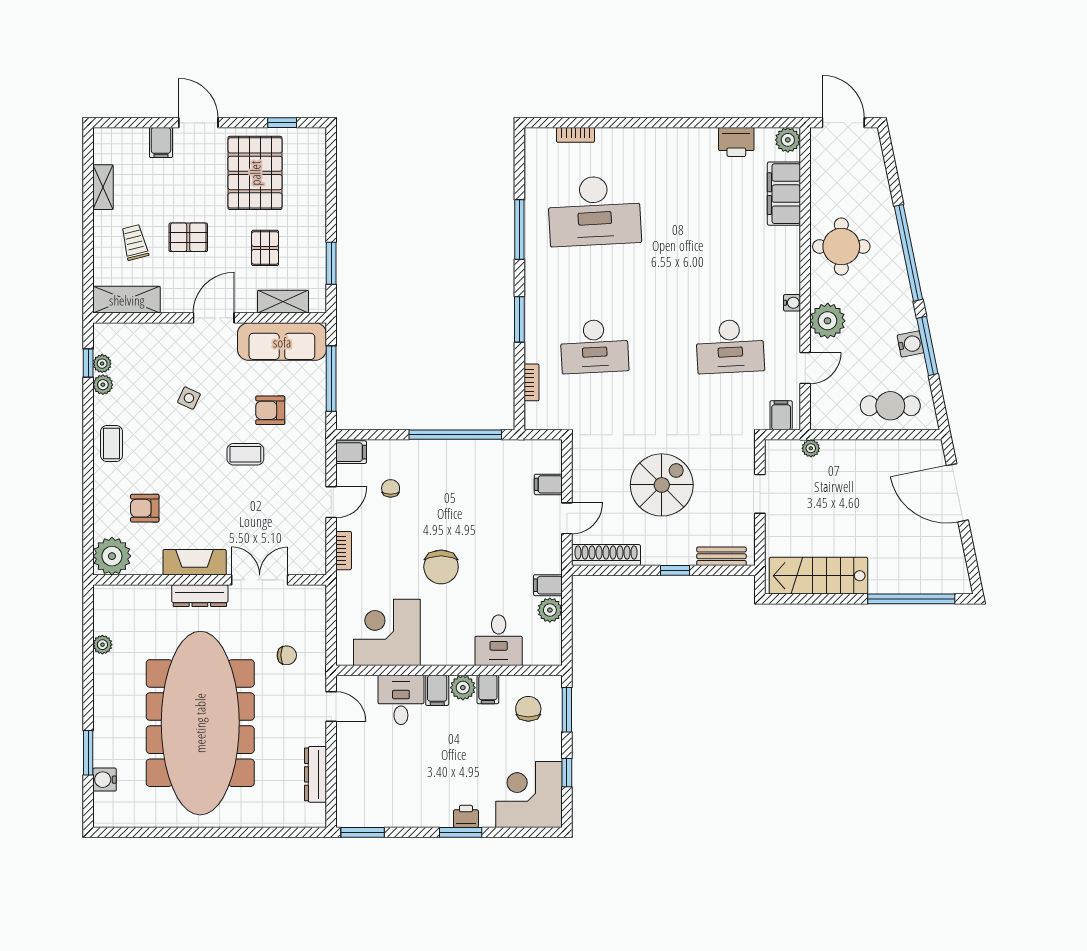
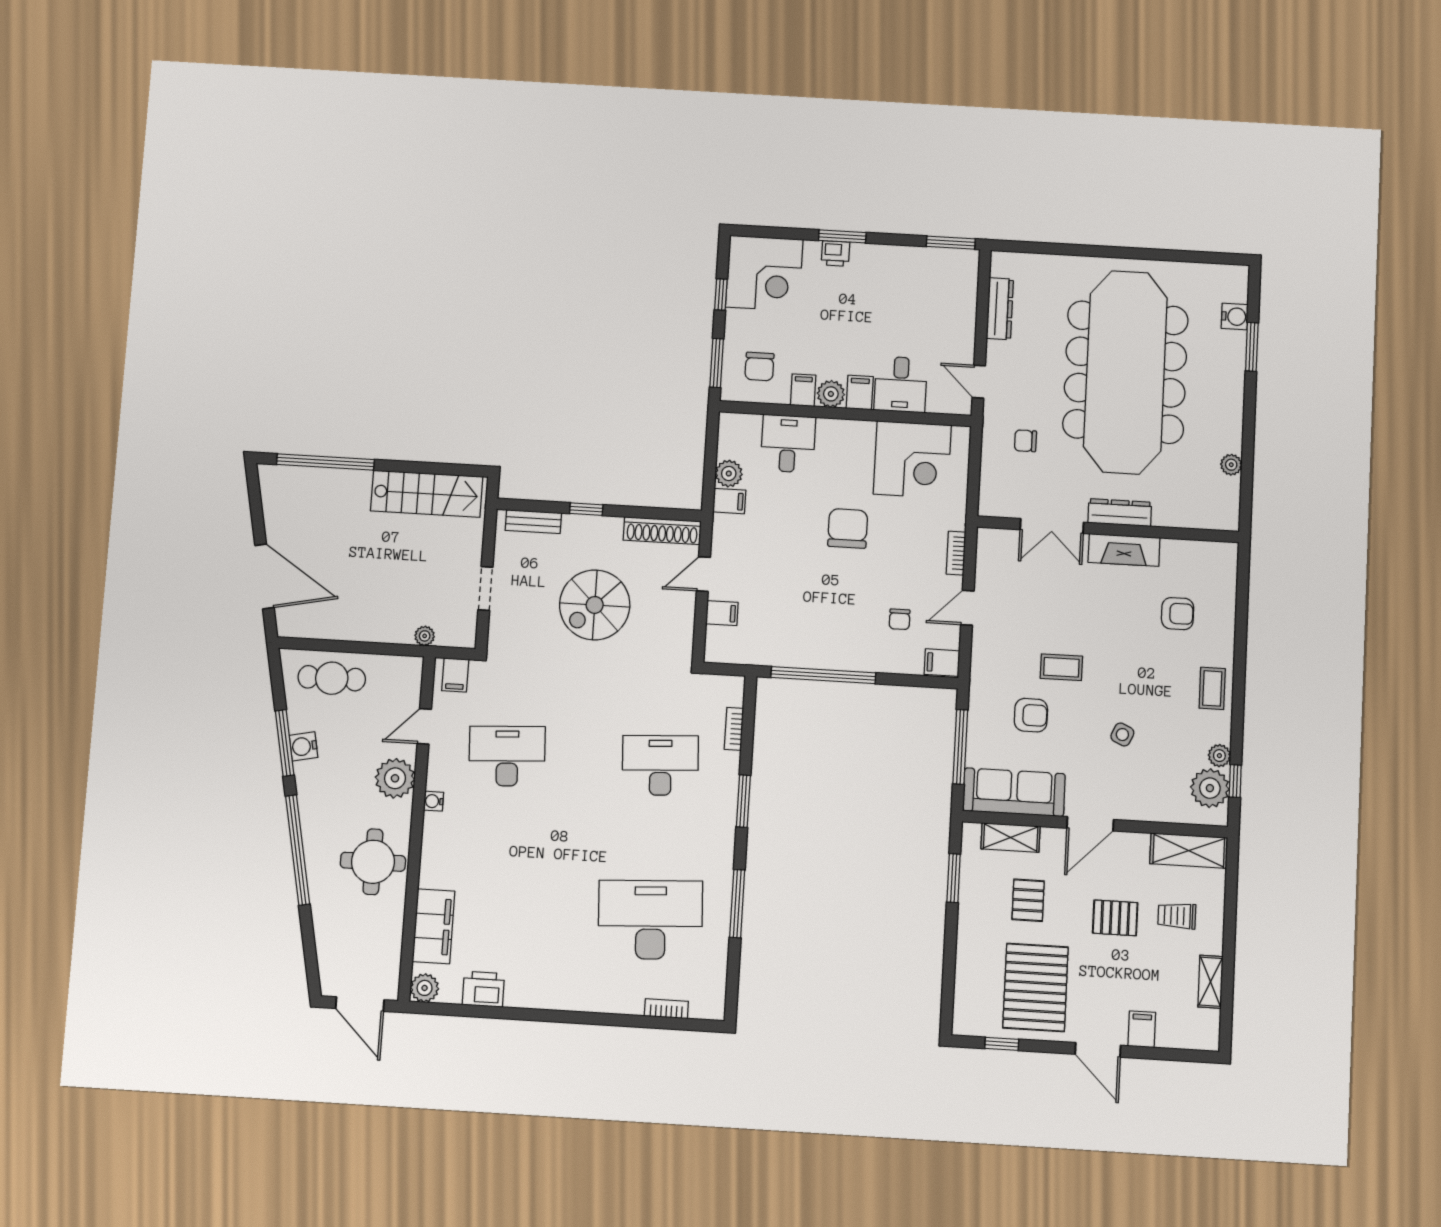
trolley: (135, 242) -> (1177, 916), turned 104
plant: (102, 364) -> (1210, 788), width x1.87, depth x1.87
plant: (112, 556) -> (1217, 562), removed

